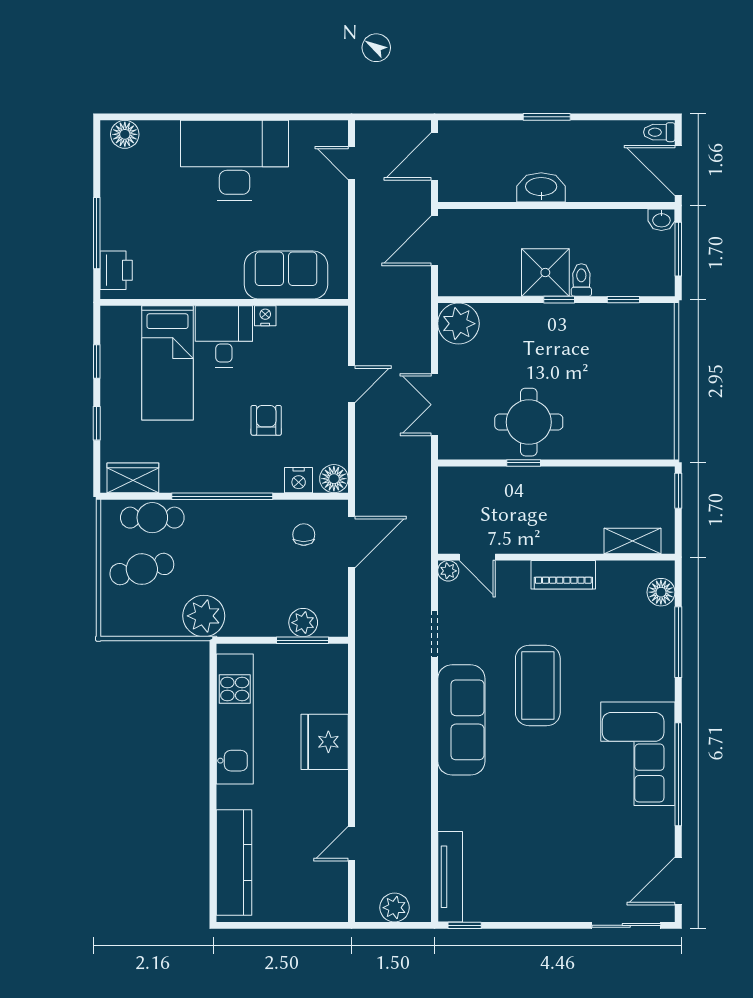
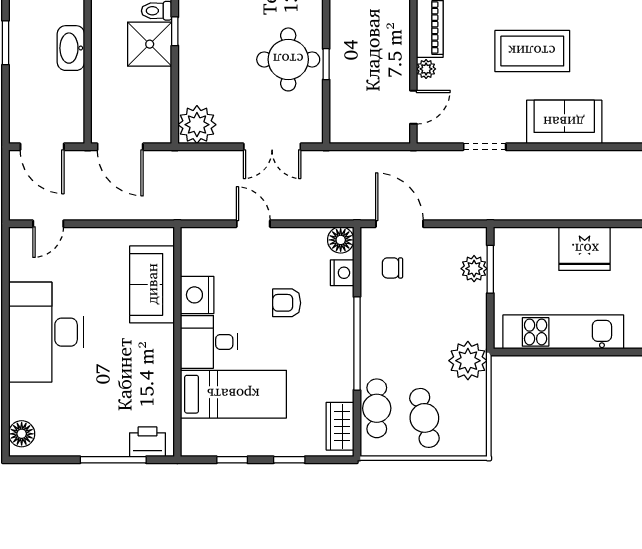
nightstand: (265, 316) -> (197, 295), width x1.89, depth x1.79
plant: (448, 571) -> (426, 69), moved
sofa: (461, 720) -> (564, 122), width x0.73

